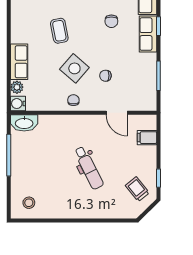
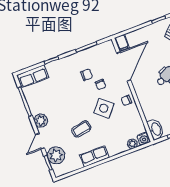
chair: (111, 21) -> (87, 75), moved
row of seats: (148, 34) -> (60, 66), removed
row of seats: (19, 62) -> (94, 156), moved
door: (117, 113) -> (124, 66), width x1.87
filing cabinet: (147, 138) -> (122, 43), moved

